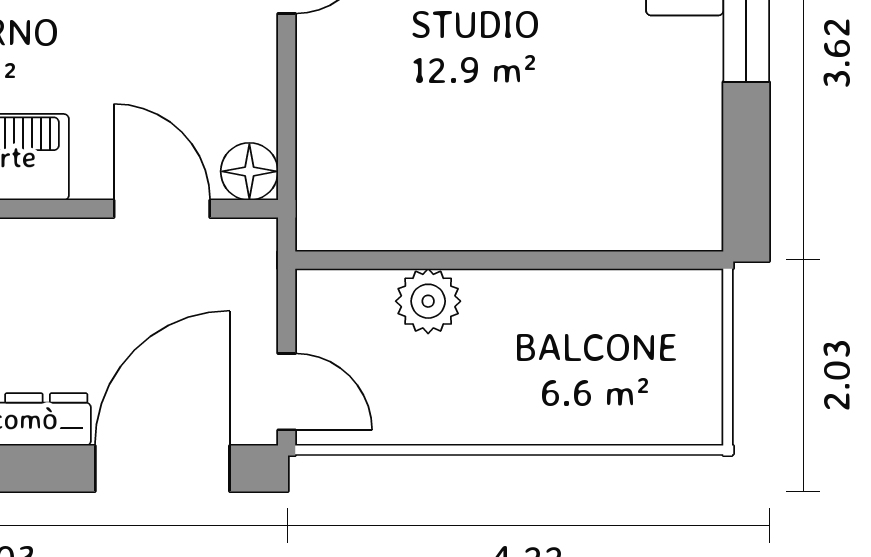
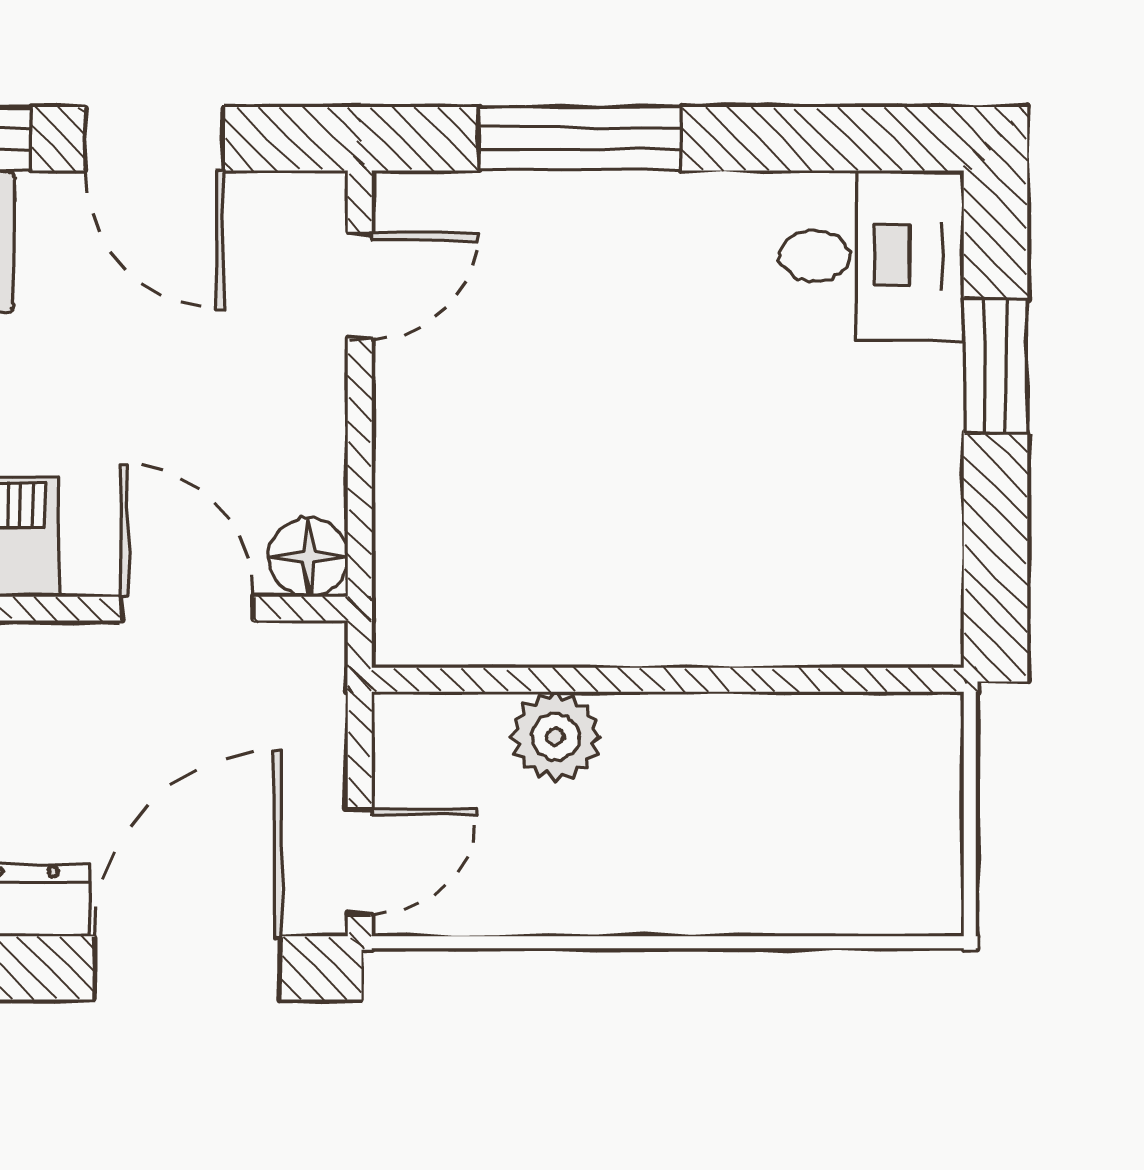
door: (287, 392) -> (360, 862), hinge flipped

